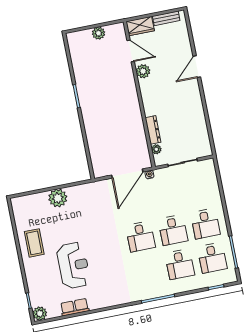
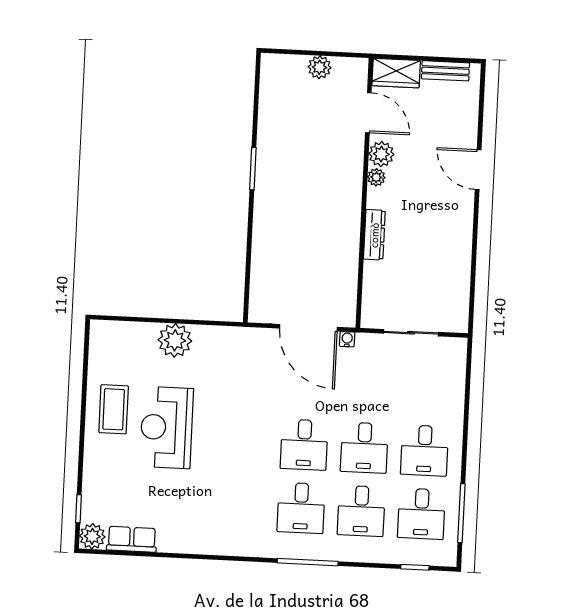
door: (197, 67) -> (478, 170), hinge flipped
dresser: (153, 130) -> (374, 235), moved
plant: (156, 149) -> (376, 177), moved
door: (127, 174) -> (308, 328), hinge flipped
reception desk: (73, 265) -> (167, 427), moved, turned 180
desk: (147, 271) -> (301, 508), added
row of seats: (75, 307) -> (132, 539), moved

